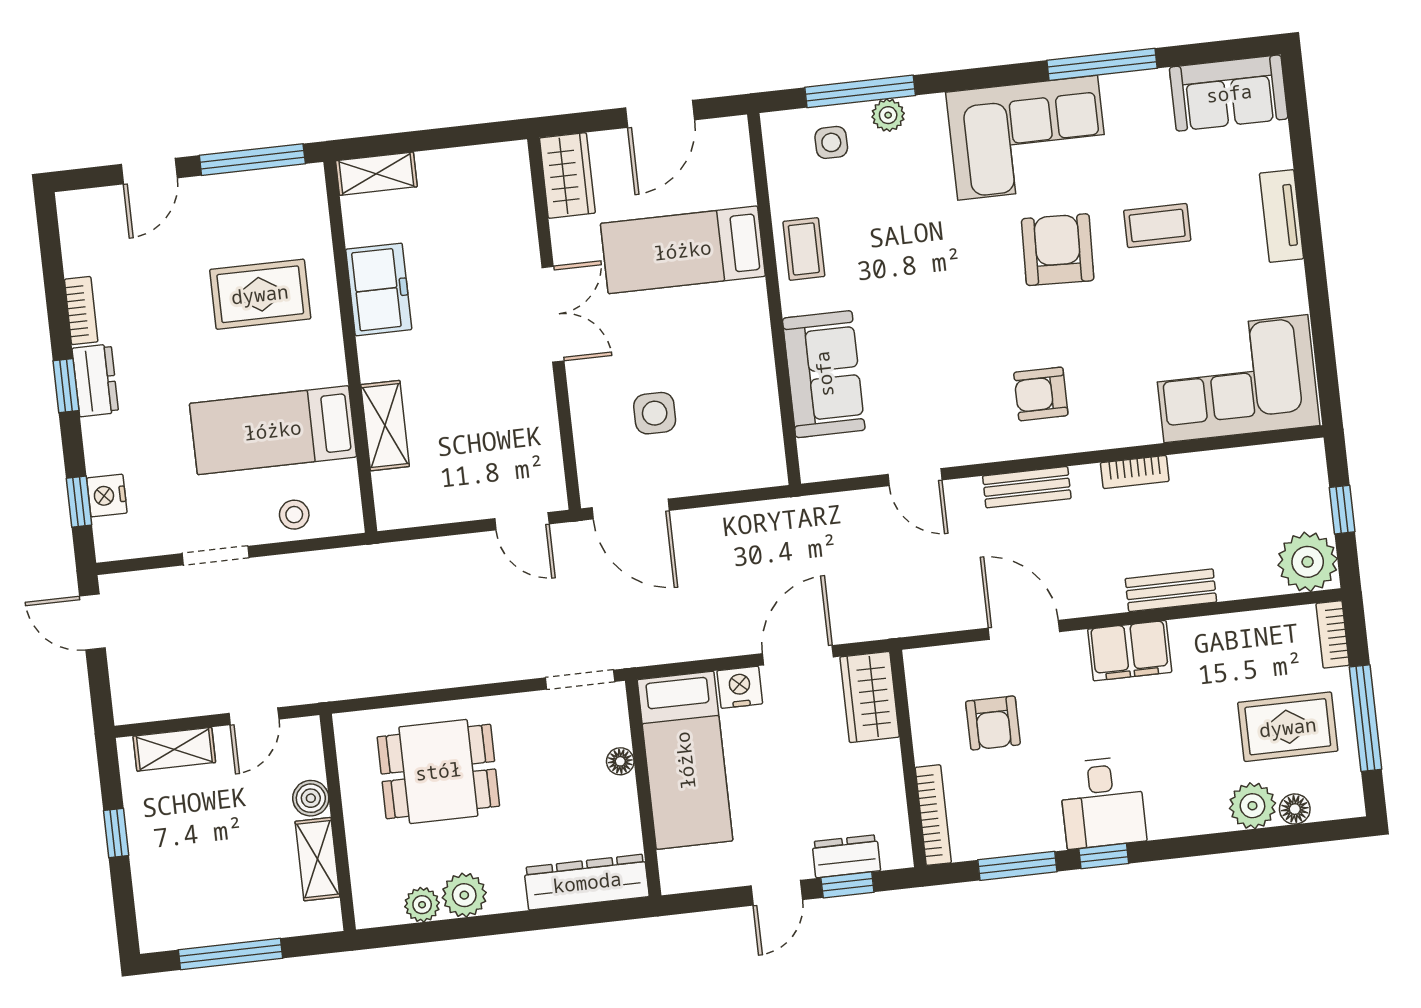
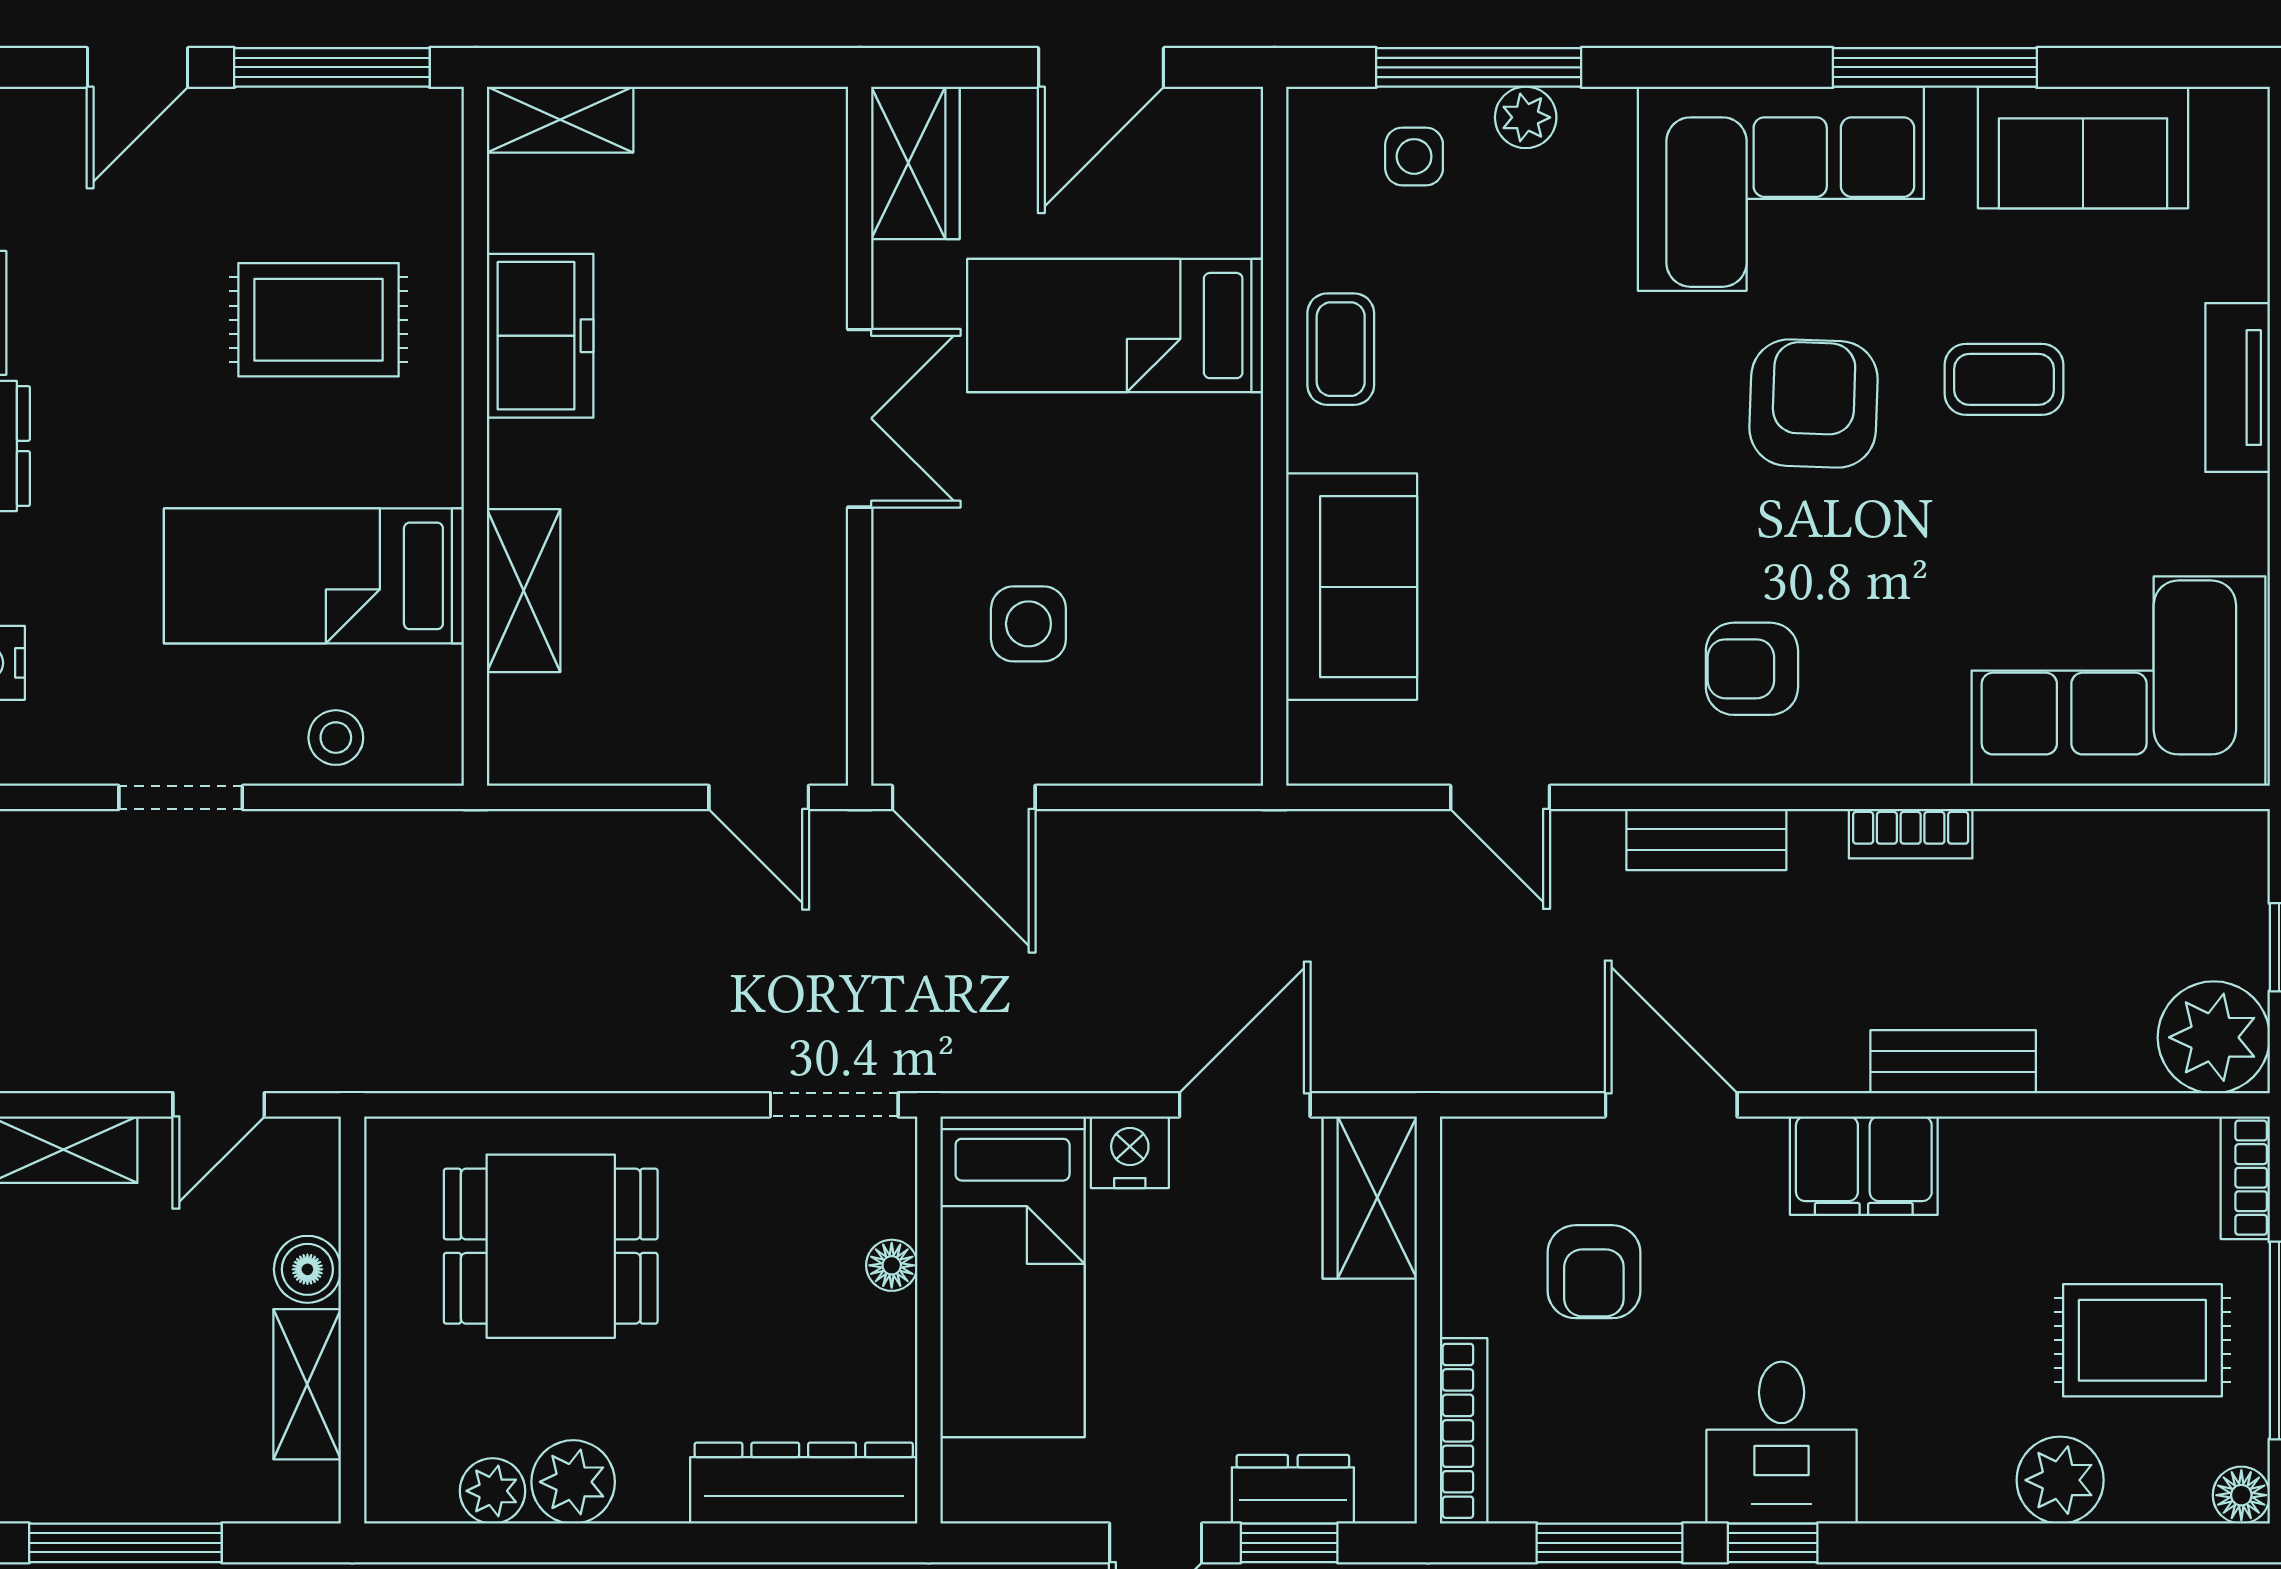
sofa: (1229, 93) -> (2083, 147), moved
floor lamp: (1295, 809) -> (2241, 1495), moved

